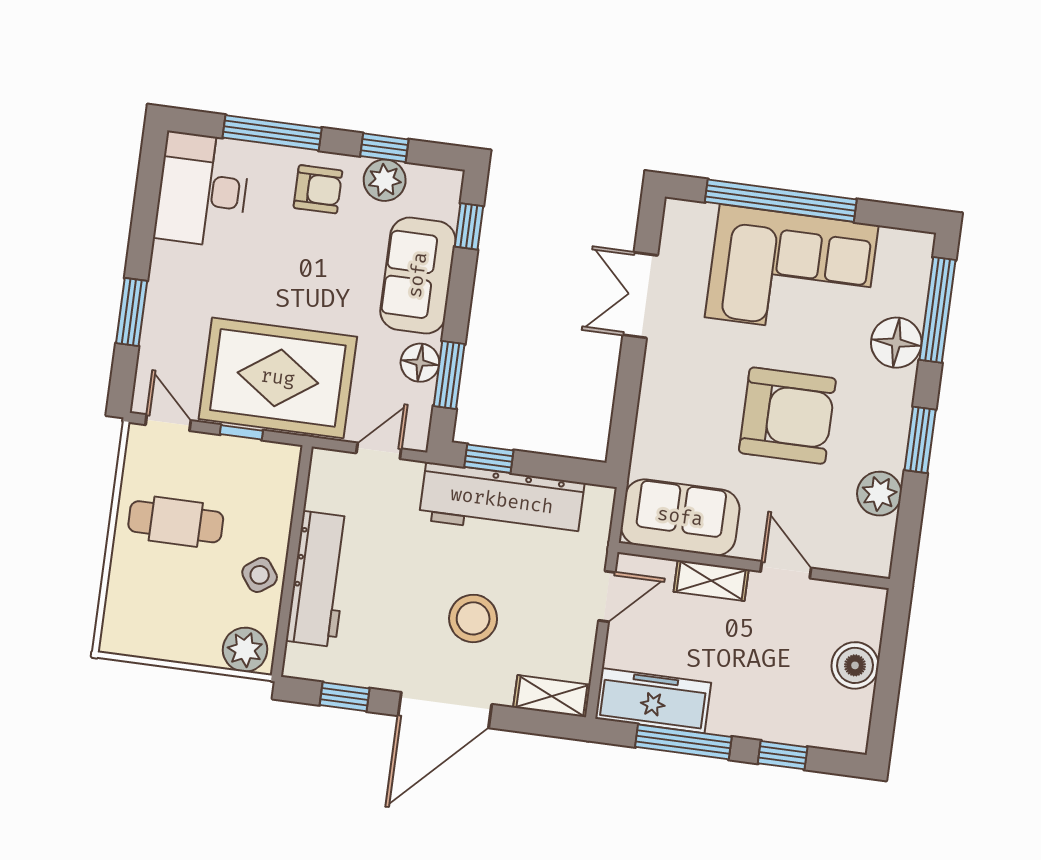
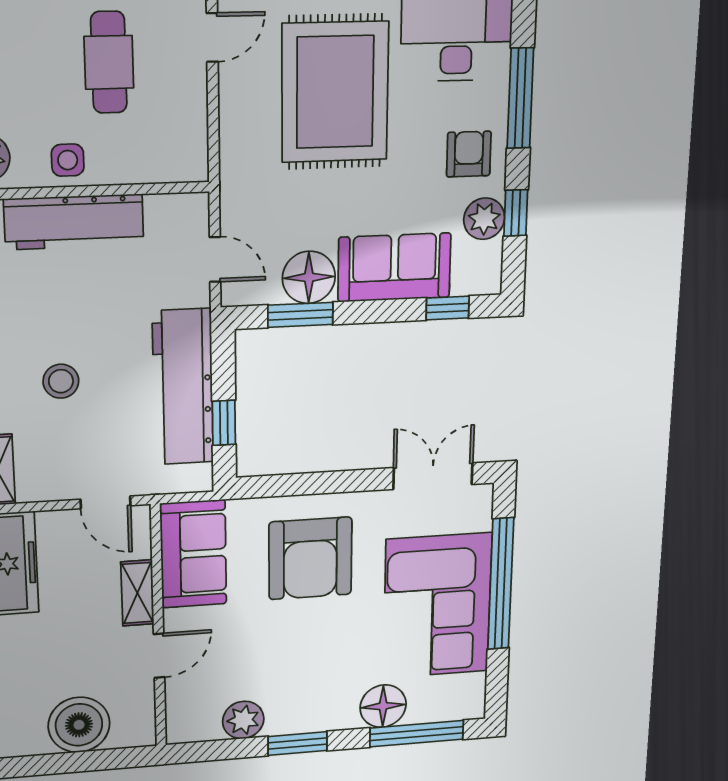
armchair: (318, 189) -> (469, 154), turned 180
double door: (640, 295) -> (433, 476), moved
floor lamp: (420, 363) -> (309, 277), width x1.38, depth x1.38
rug: (278, 378) -> (335, 92), moved
armchair: (787, 416) -> (310, 558), moved
window: (241, 432) -> (213, 117), removed
window: (489, 459) -> (224, 423), moved
side table: (260, 575) -> (68, 160), turned 36
stool: (473, 618) -> (61, 381), width x0.73, depth x0.73
boiler: (855, 665) -> (79, 725), width x1.37, depth x1.37

